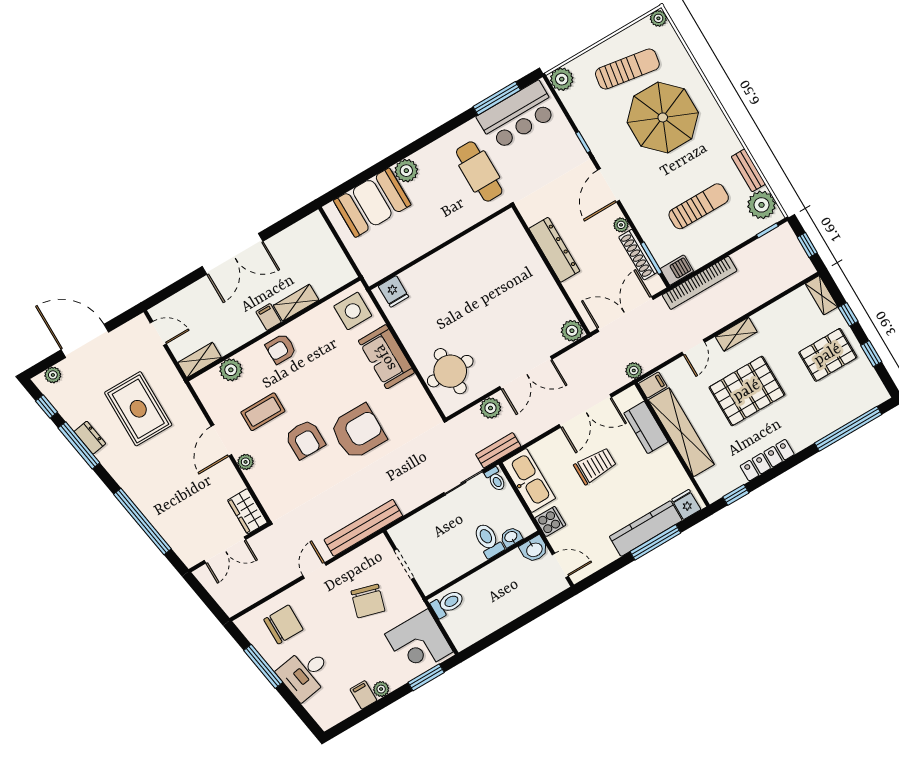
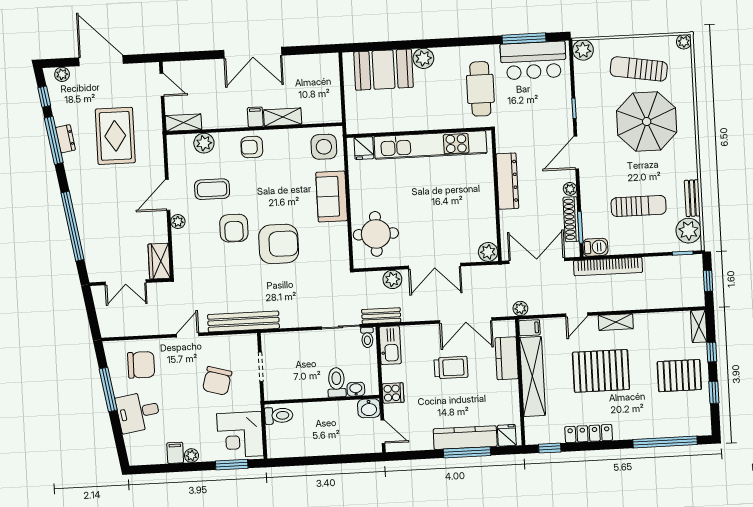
sun lounger: (627, 69) -> (639, 69), turned 180
kitchen unit: (459, 254) -> (430, 145), added
kitchen sink: (529, 480) -> (390, 345), width x0.73, depth x0.81

